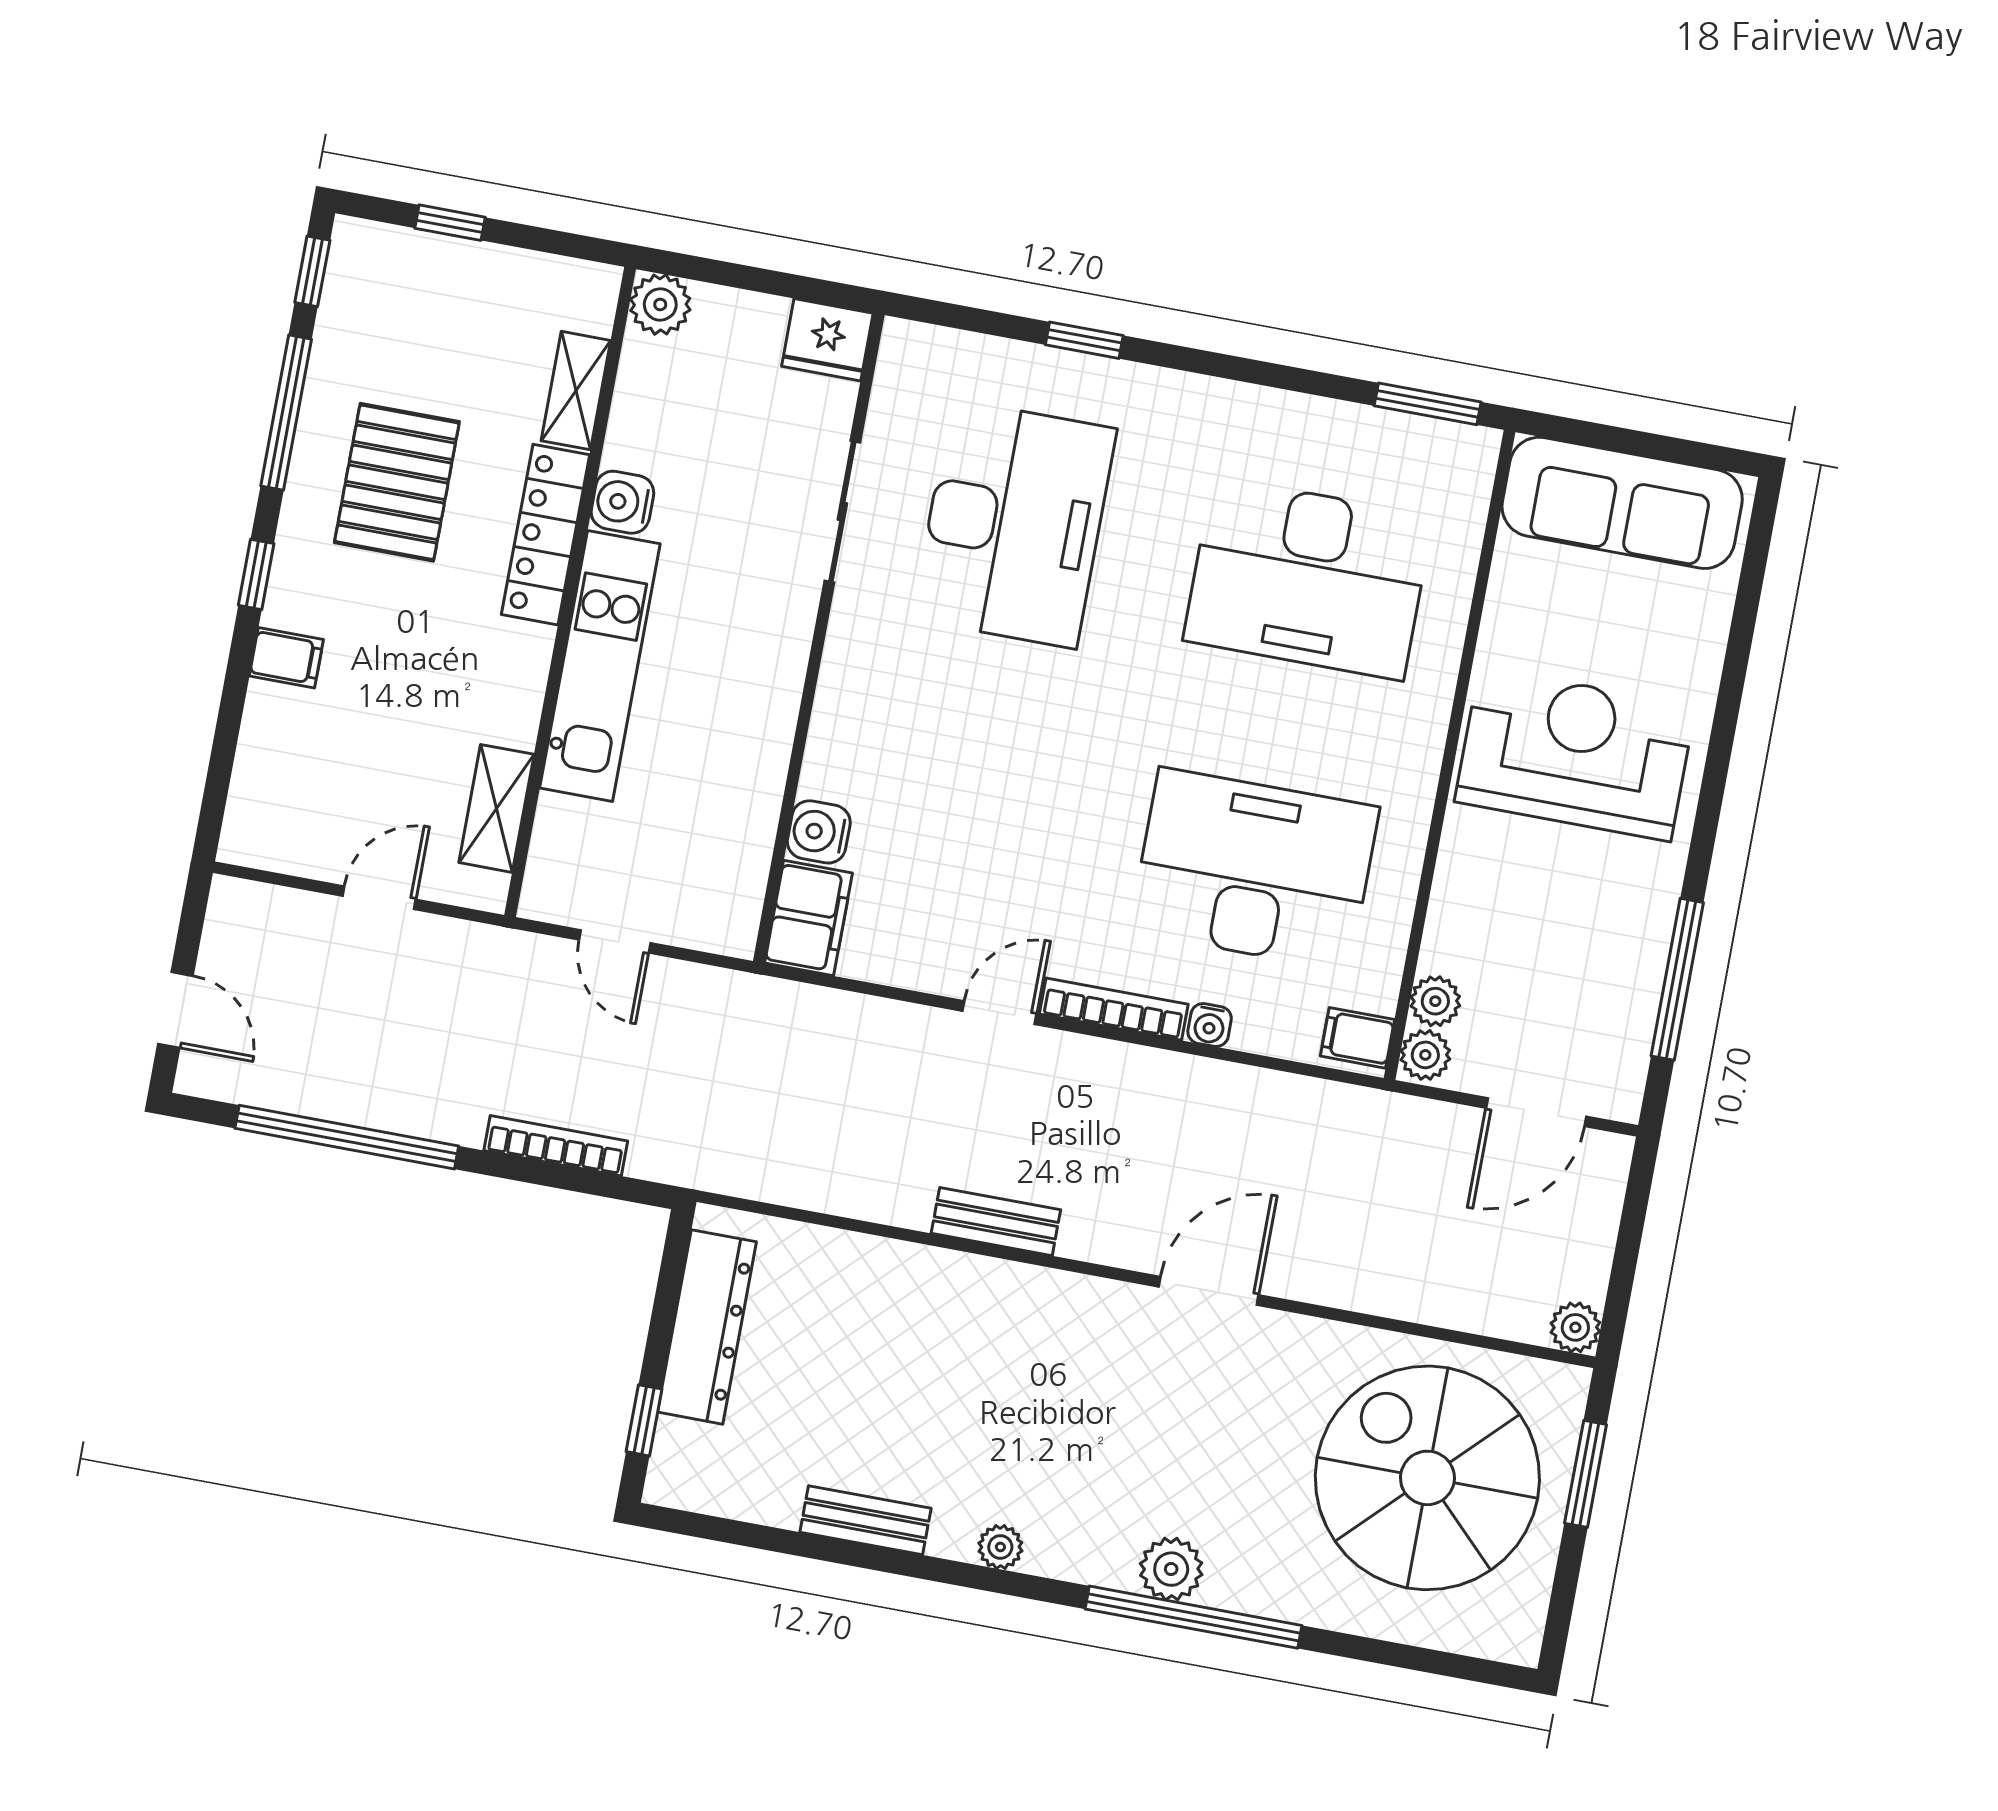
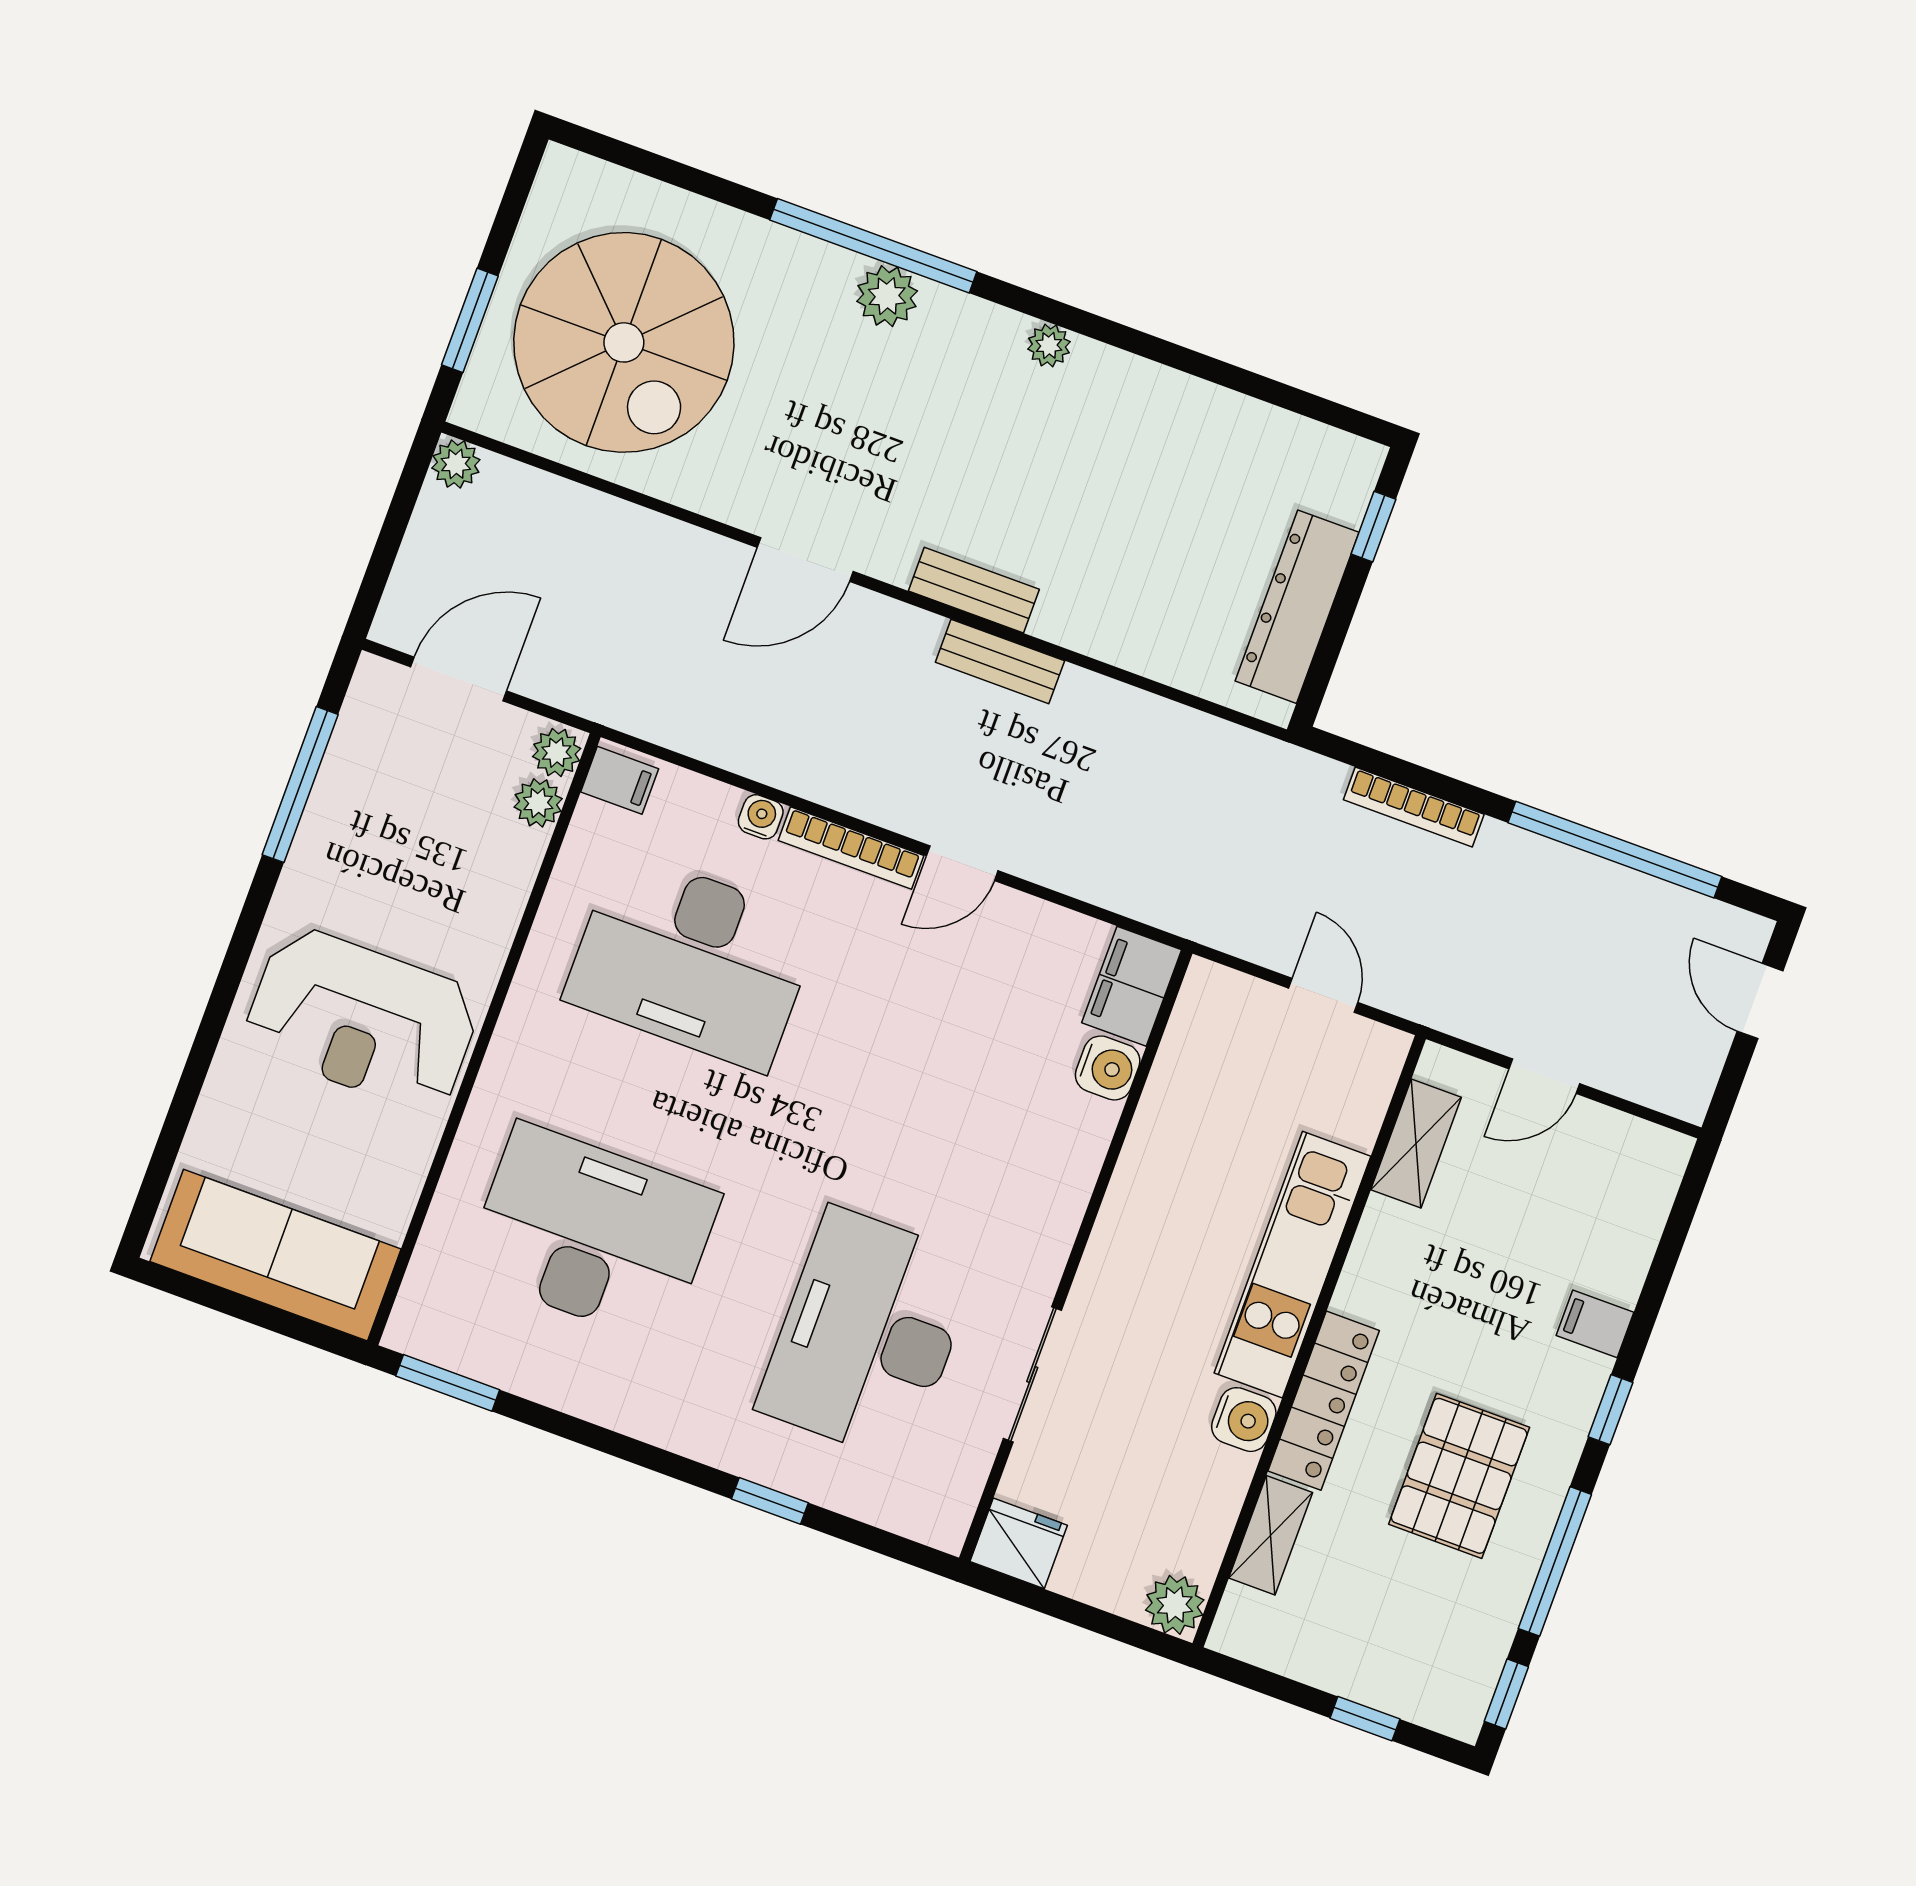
bench: (865, 1520) -> (974, 590), moved

